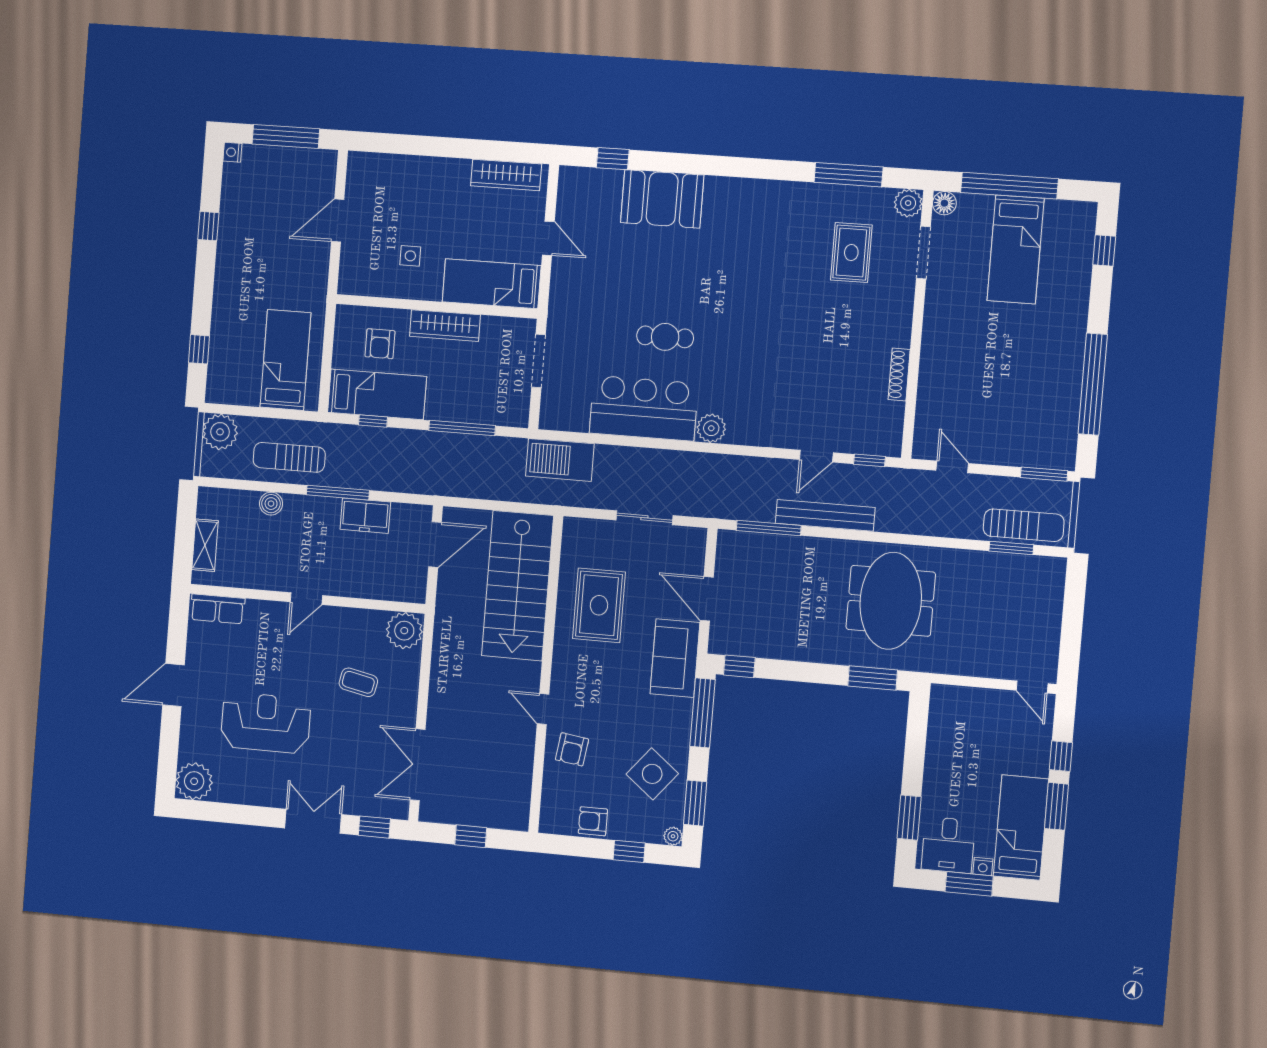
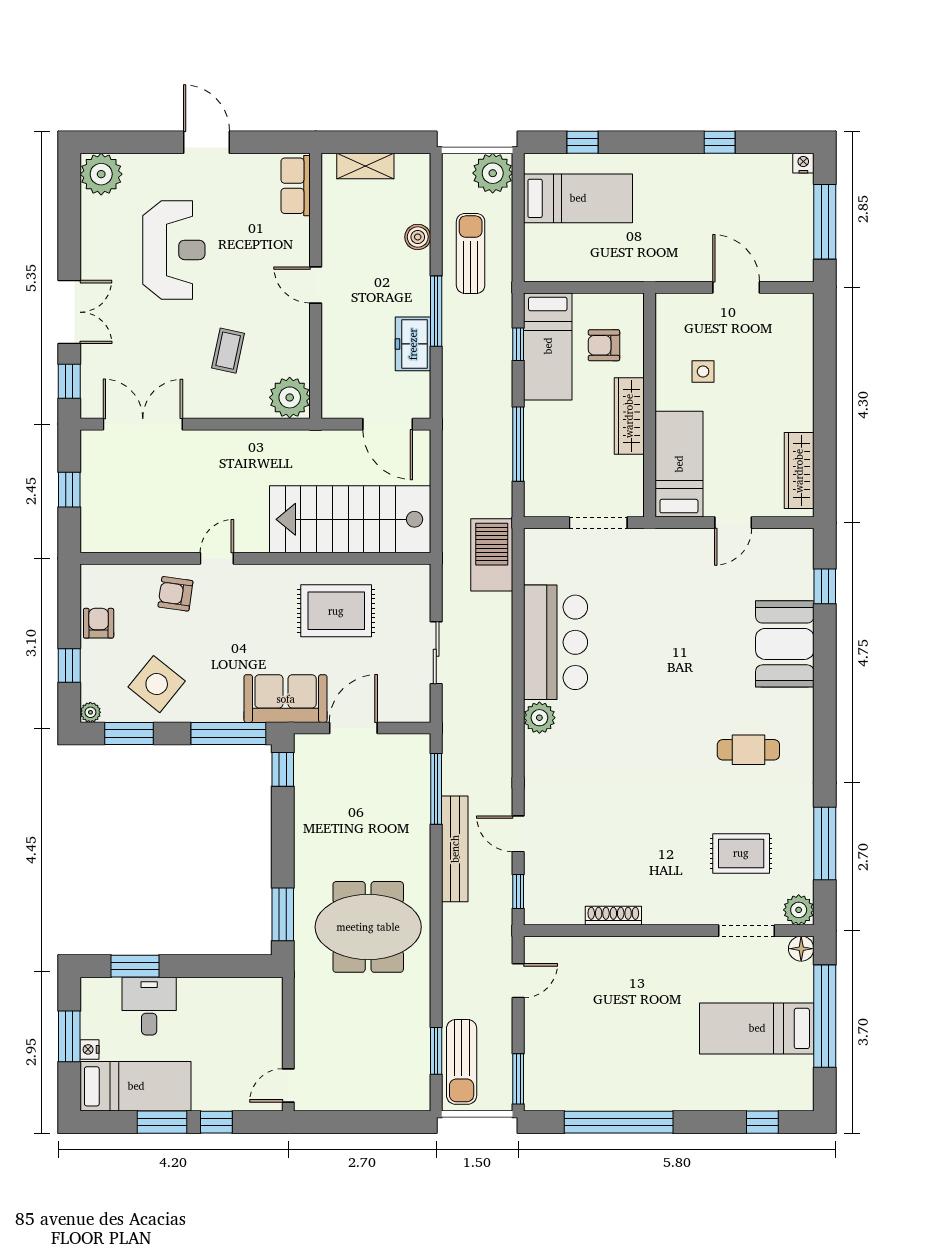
cafe table: (665, 337) -> (748, 750), moved, turned 90
bed: (285, 360) -> (578, 198), moved
desk: (948, 845) -> (149, 1006), moved, turned 90

